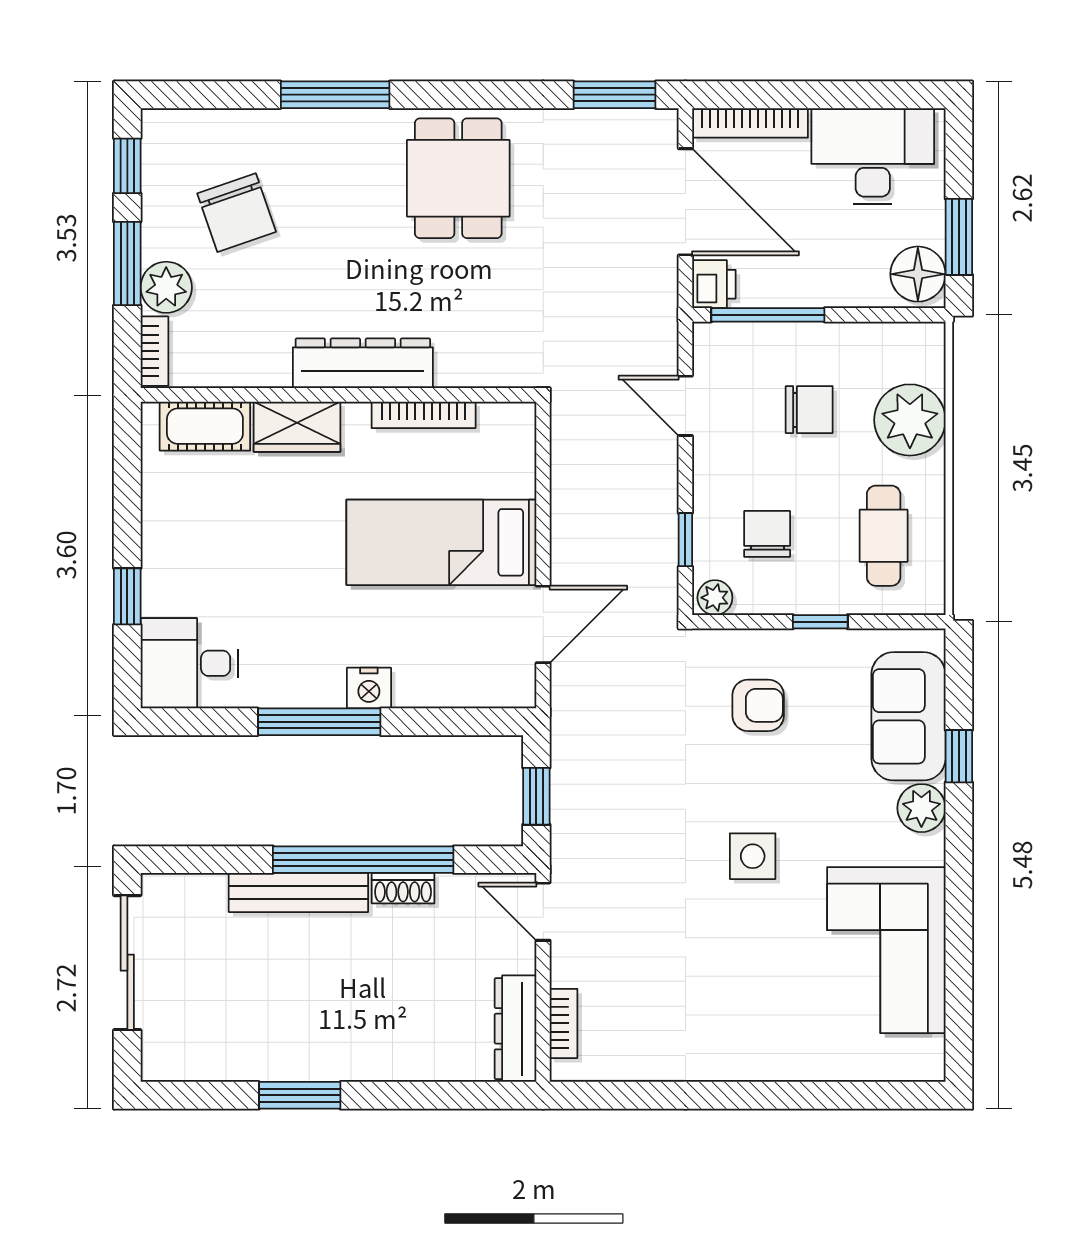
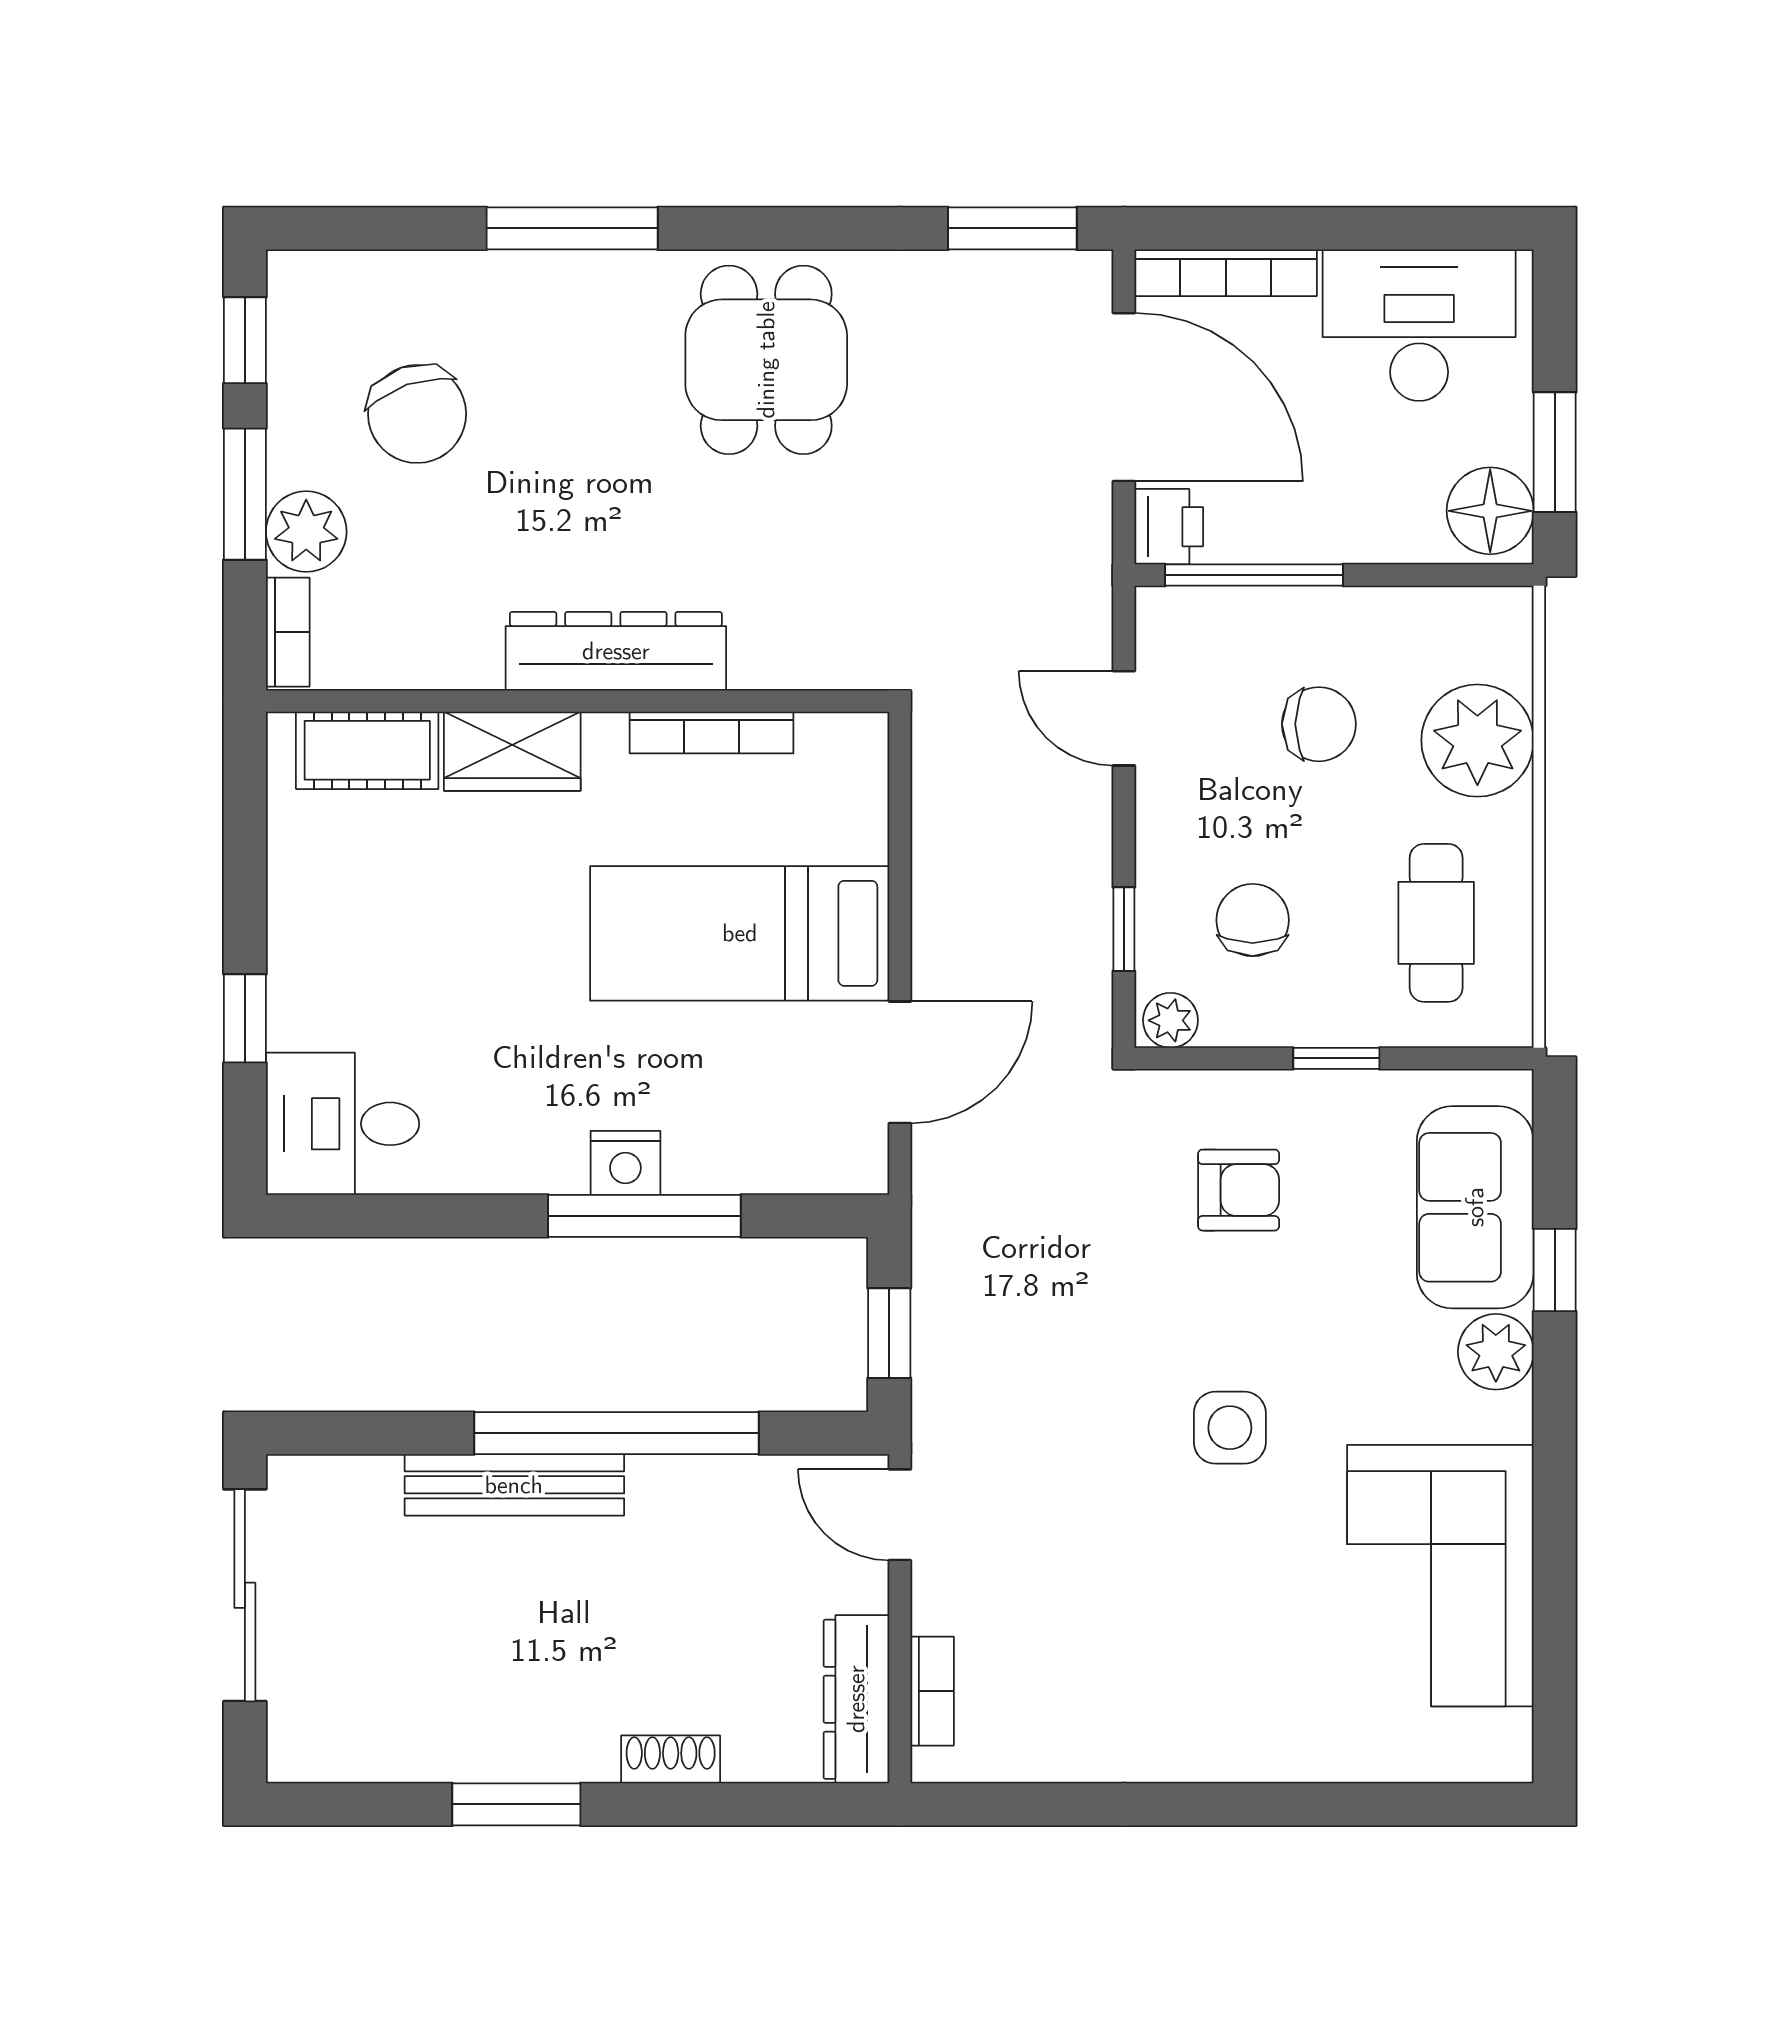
window: (319, 722) -> (644, 1216), moved
shoe rack: (403, 888) -> (671, 1759), moved, turned 180

